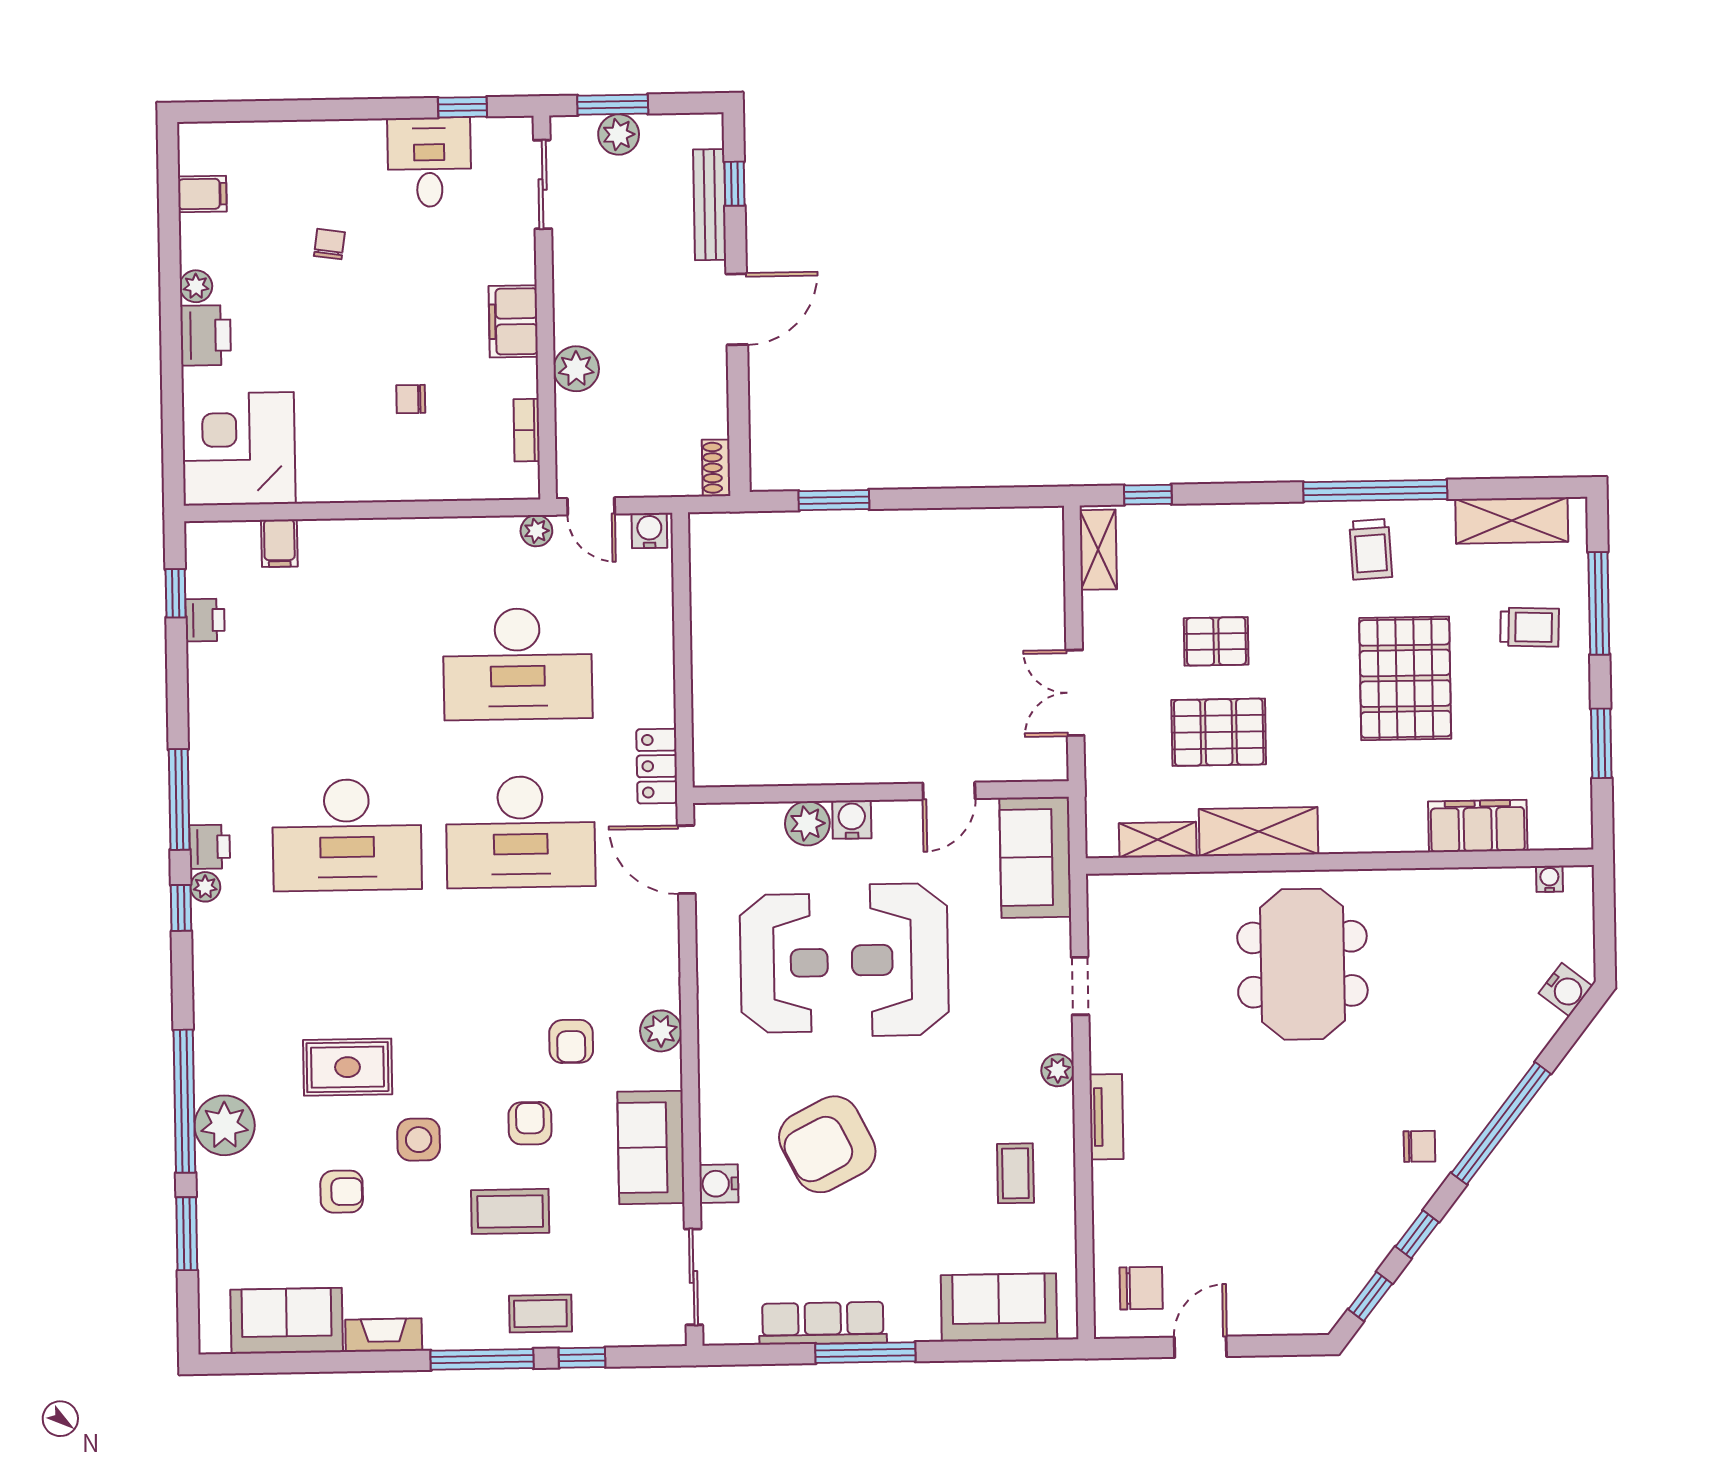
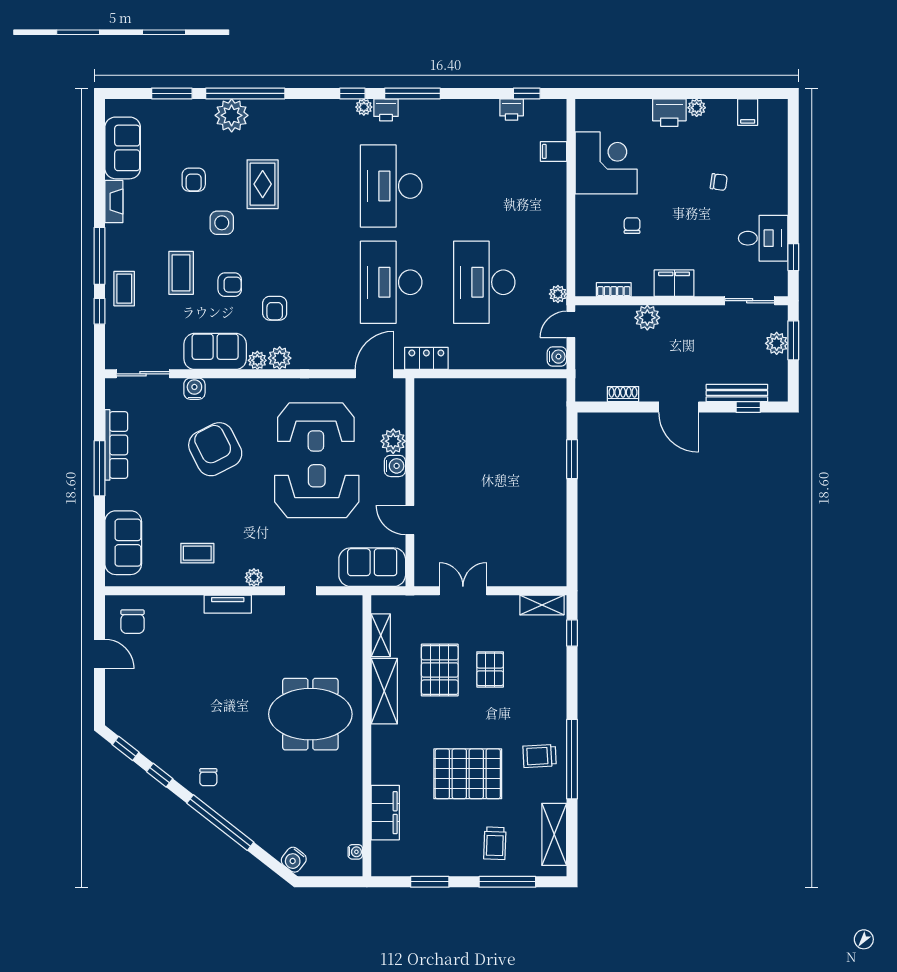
corner desk: (239, 449) -> (606, 163), moved
shoe rack: (716, 468) -> (623, 394), moved
armchair: (571, 1041) -> (275, 308), turned -90
plant: (666, 1071) -> (257, 360), added

